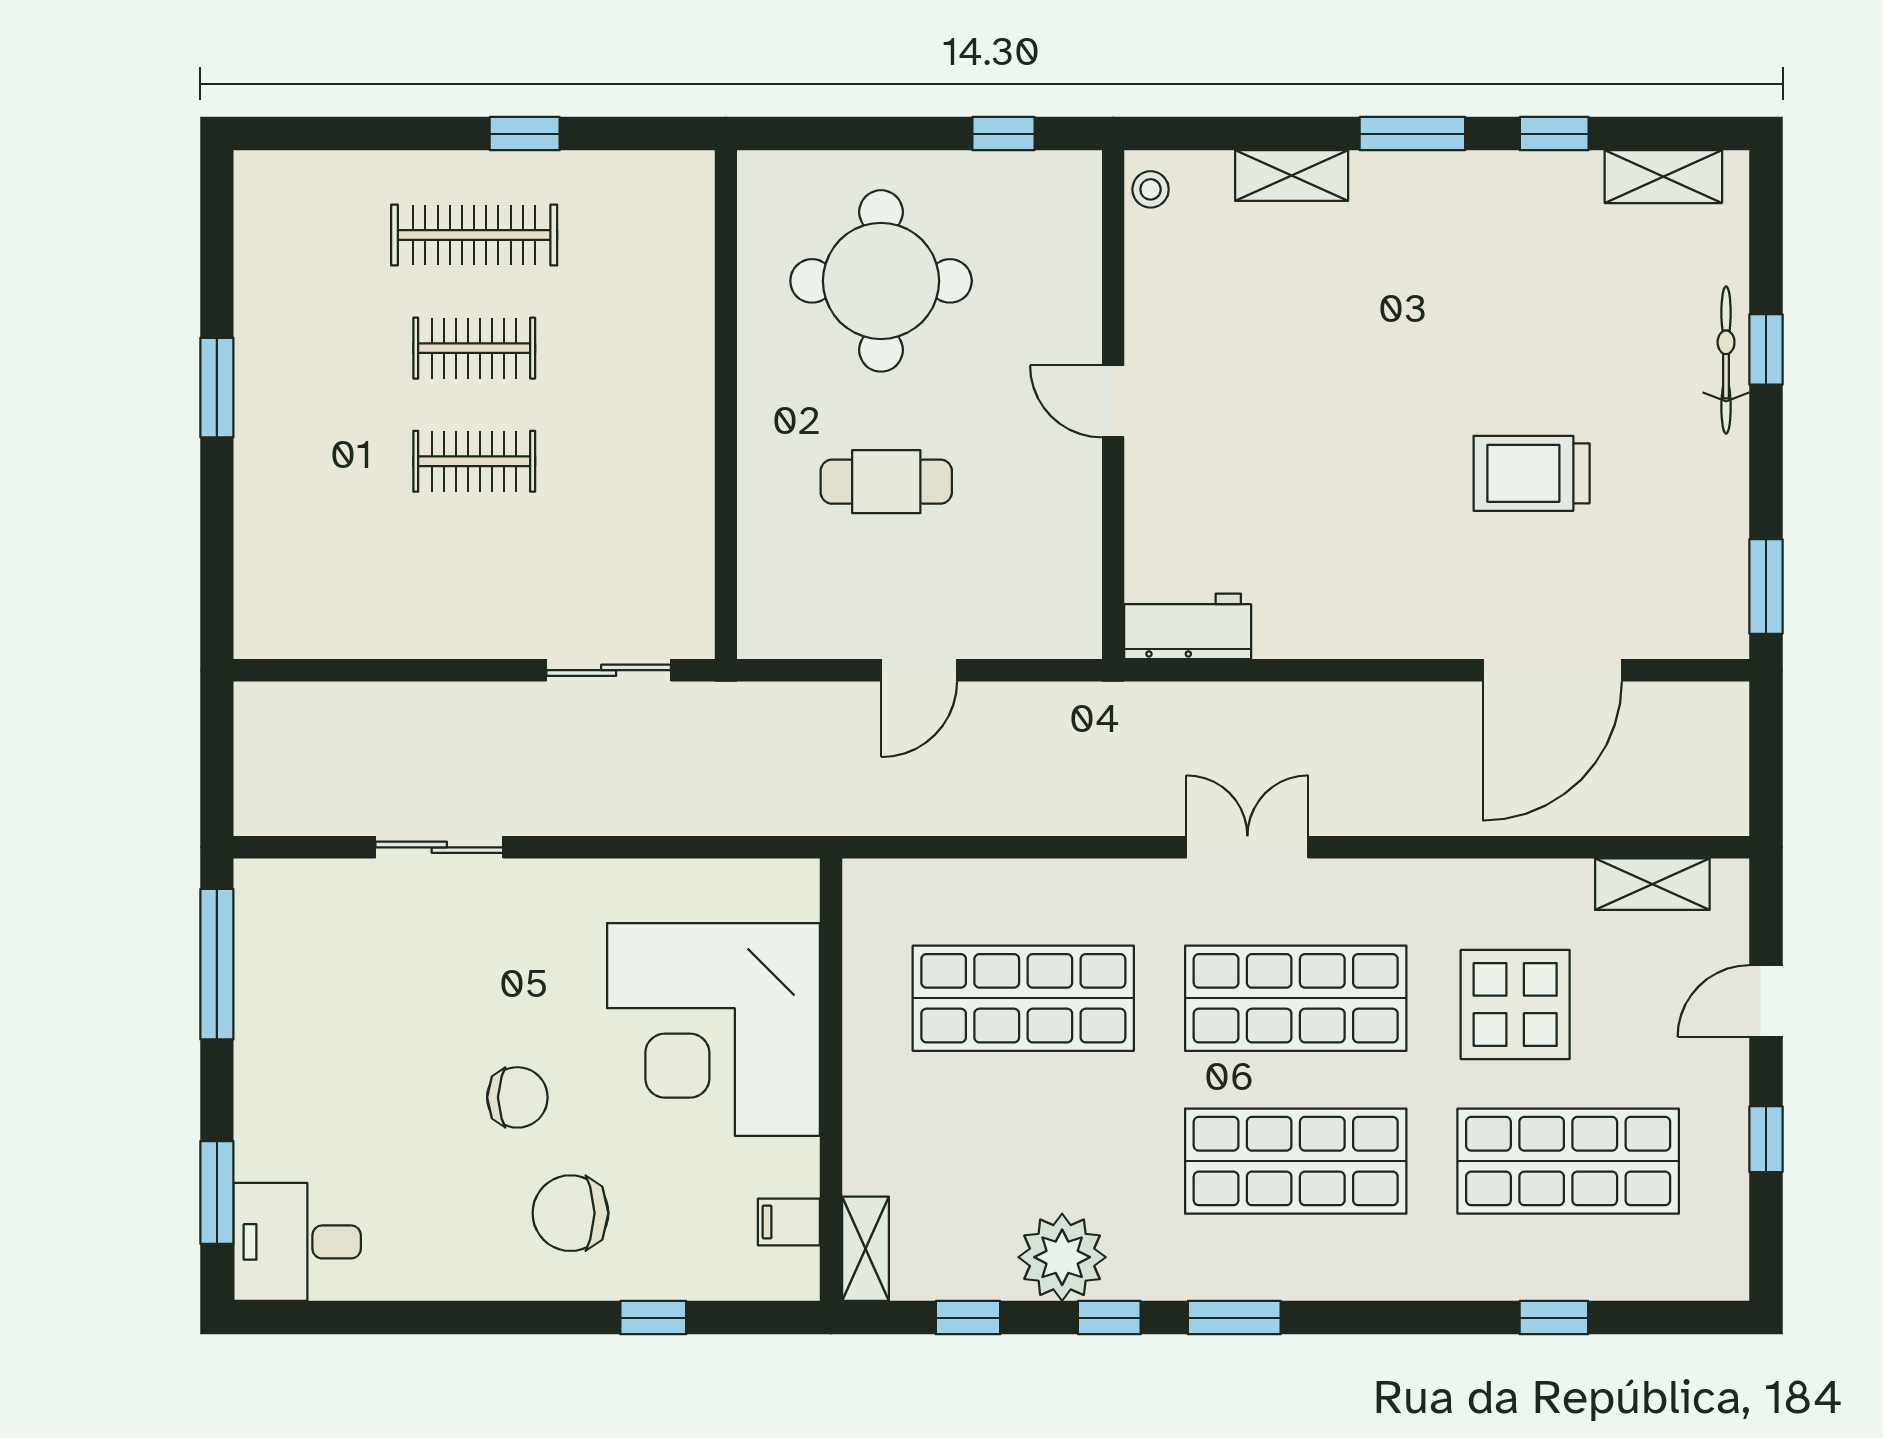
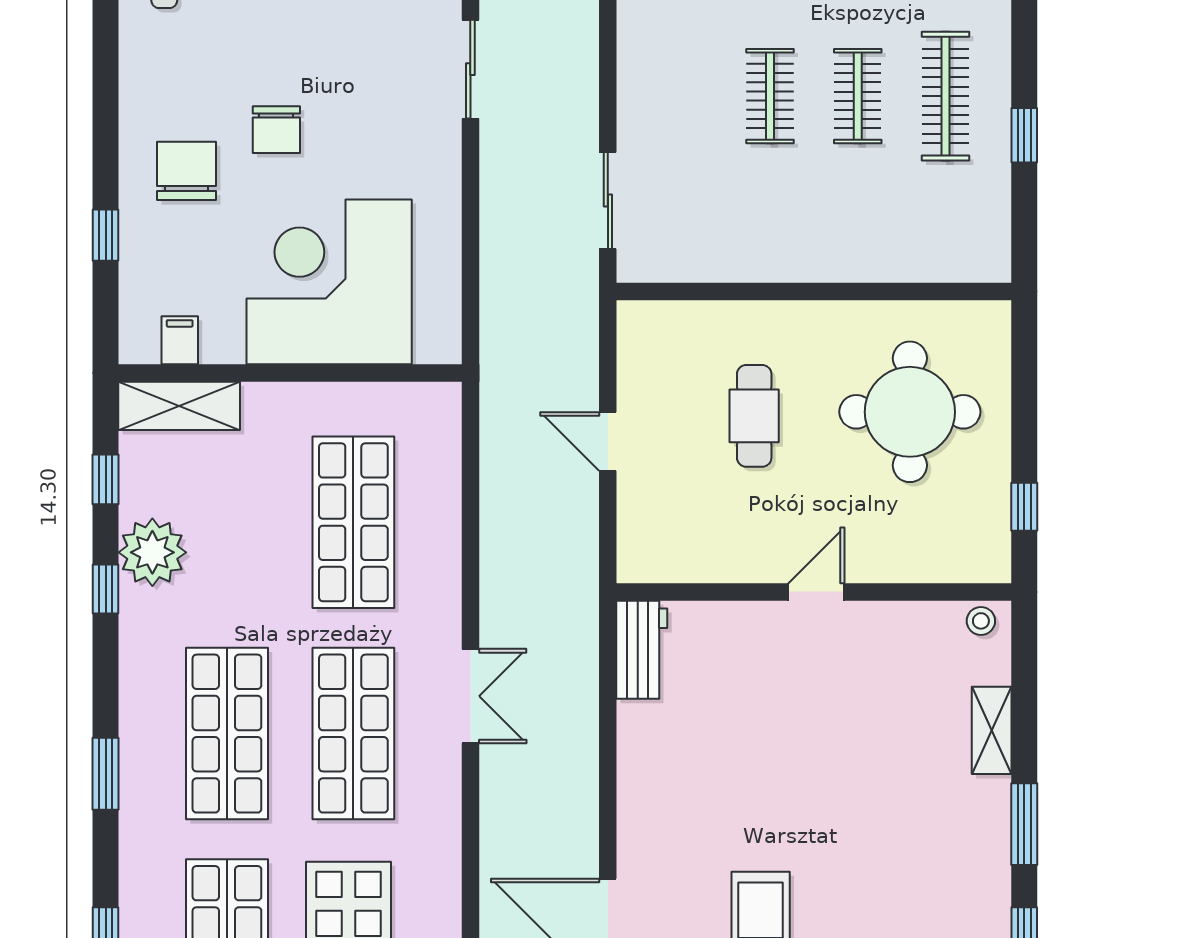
shelving: (866, 1249) -> (179, 406), width x1.50, depth x1.33
window: (1234, 1318) -> (106, 774), moved

